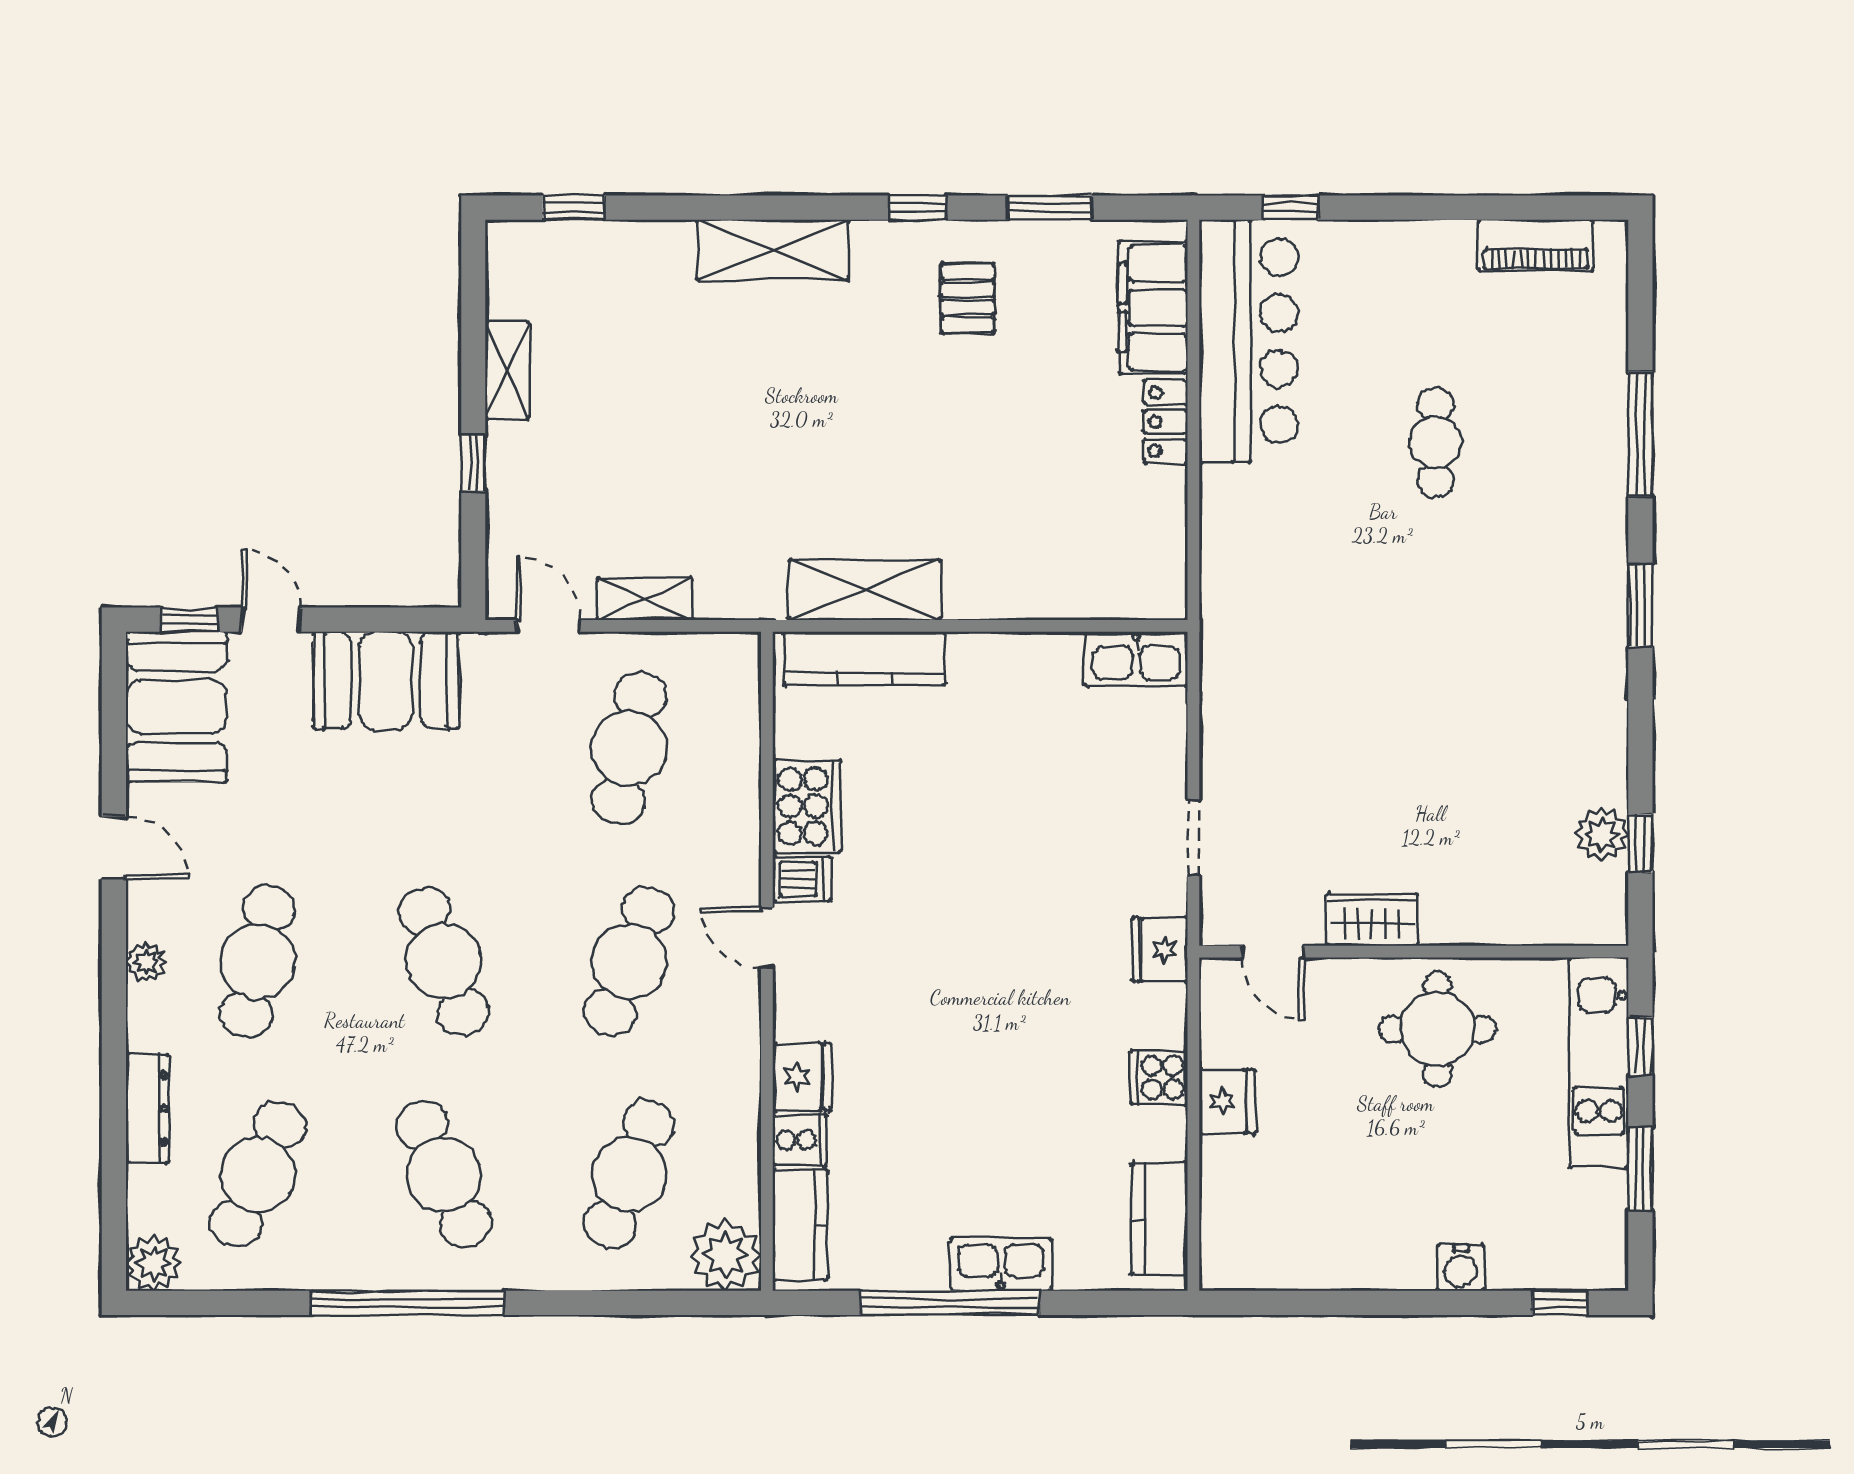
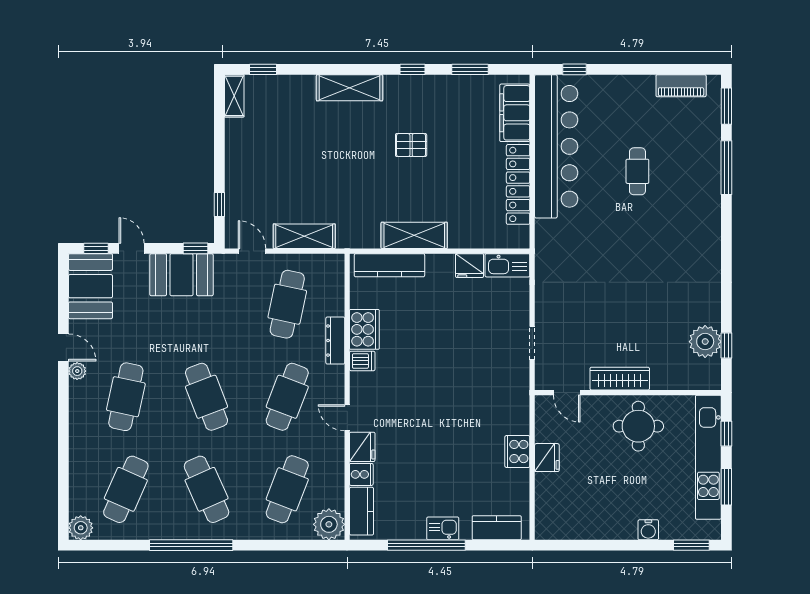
pallet: (968, 298) -> (411, 145), moved, turned 90
bar counter: (1249, 341) -> (556, 146), width x1.36
shelving: (507, 371) -> (234, 96), moved
locker: (1165, 422) -> (518, 184), width x2.16, depth x1.21
window: (473, 463) -> (219, 205), moved
shelving: (864, 590) -> (414, 235), moved
shelving: (645, 599) -> (304, 236), width x1.50, depth x1.33
window: (1640, 605) -> (726, 106), moved
window: (418, 620) -> (196, 248), added
plant: (1601, 834) -> (705, 342), width x1.36, depth x1.36
wardrobe: (1372, 920) -> (620, 379), width x1.50
door: (767, 937) -> (347, 418), moved
fridge: (1160, 950) -> (470, 266), moved, turned -90
plant: (146, 962) -> (77, 371), moved
kitchen unit: (1599, 1062) -> (708, 457), width x1.36
cooker: (1159, 1078) -> (517, 452), width x1.36
dresser: (147, 1109) -> (335, 341), moved, turned 180
kitchen counter: (1160, 1219) -> (497, 528), moved, turned 90
kitchen sink: (1001, 1264) -> (443, 528), width x0.73
window: (1560, 1303) -> (691, 545), width x1.50

